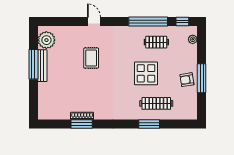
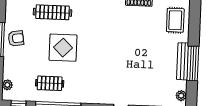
plant: (46, 40) -> (181, 96), width x0.53, depth x0.53
rug: (91, 58) -> (175, 20), moved

